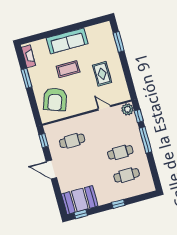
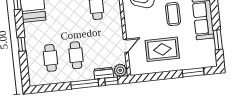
window: (85, 24) -> (218, 40), added
rug: (102, 74) -> (162, 49), width x1.36, depth x1.43
dresser: (133, 124) -> (104, 73), added

